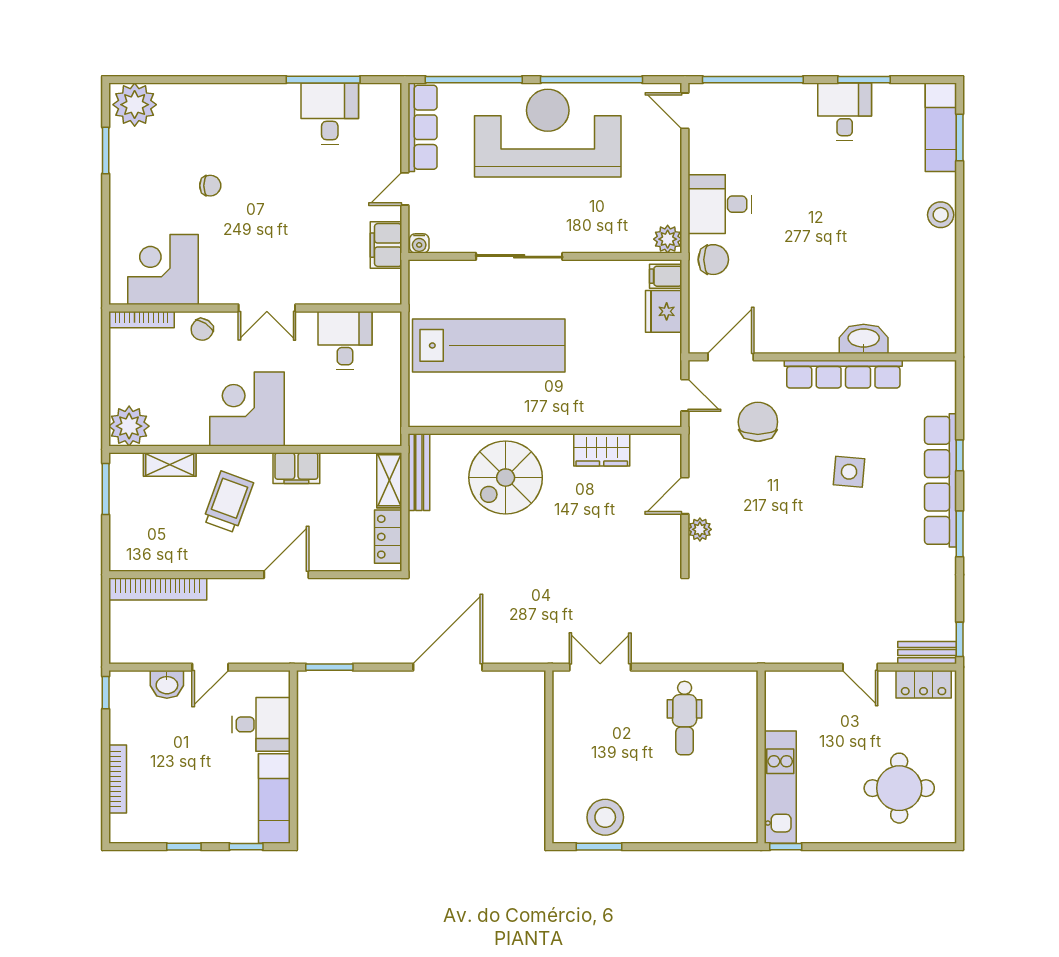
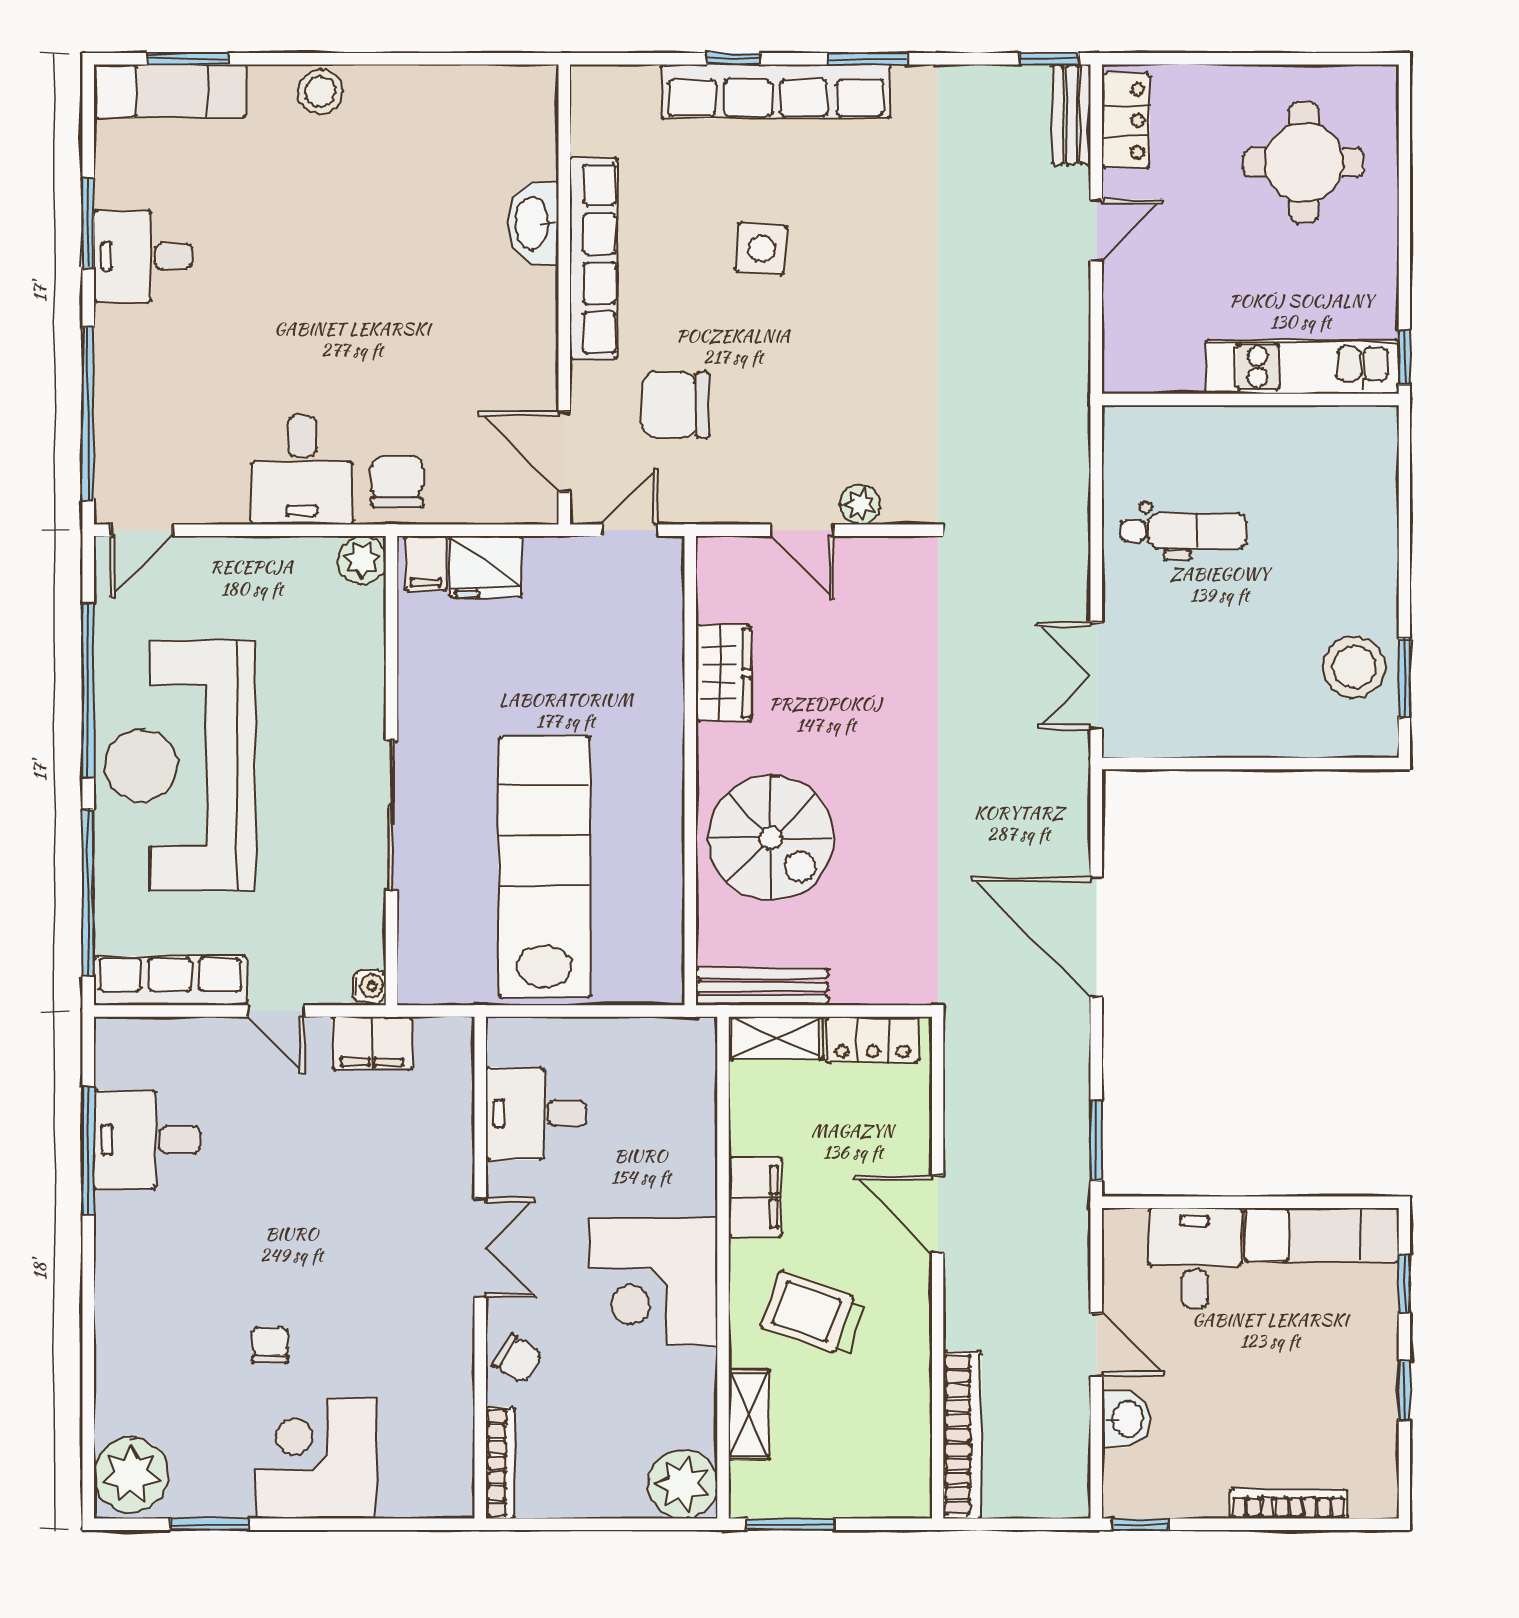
corner desk: (163, 270) -> (316, 1458), moved, turned 90

